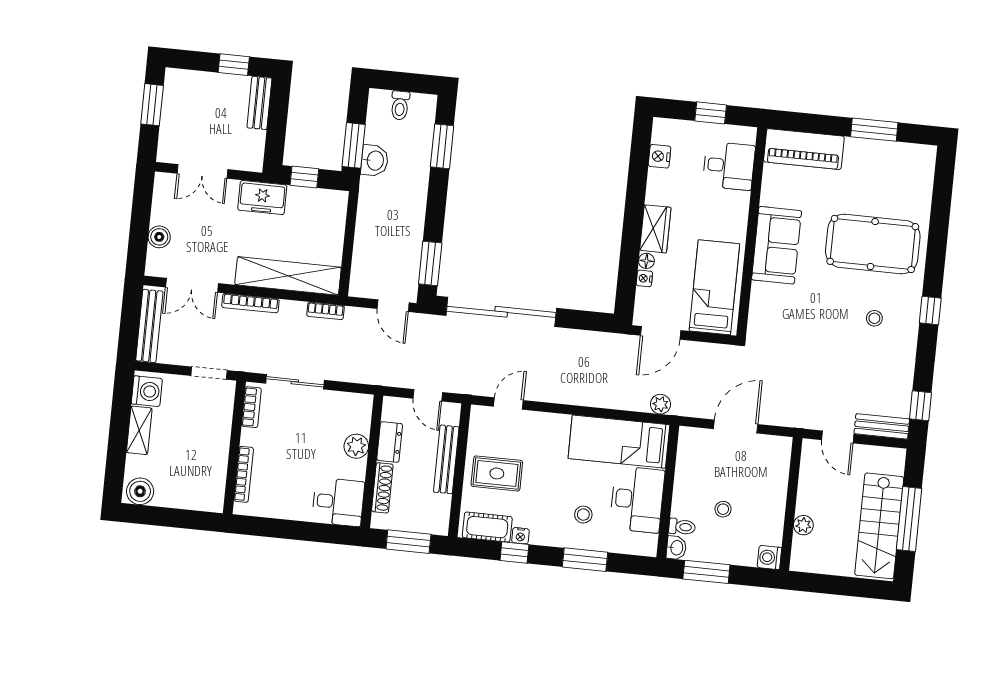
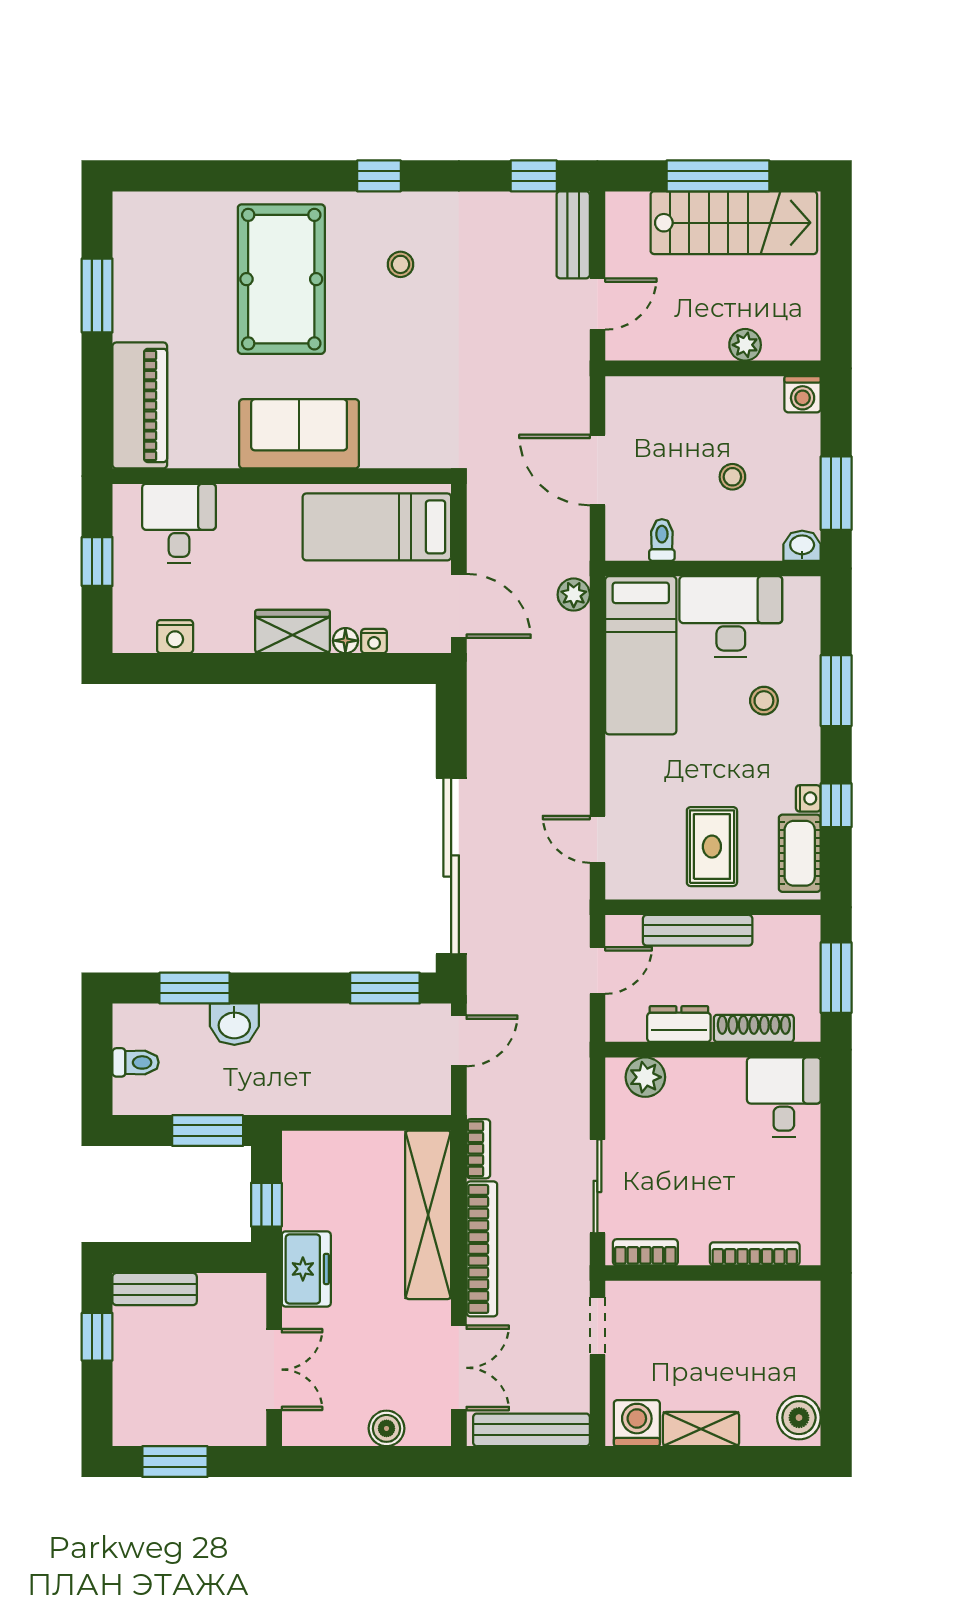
washbasin: (375, 161) -> (234, 1024), moved, turned 180
bookcase: (250, 303) -> (482, 1249), width x1.48, depth x1.31
plant: (356, 446) -> (645, 1077), moved
toilet: (682, 527) -> (662, 540), moved

